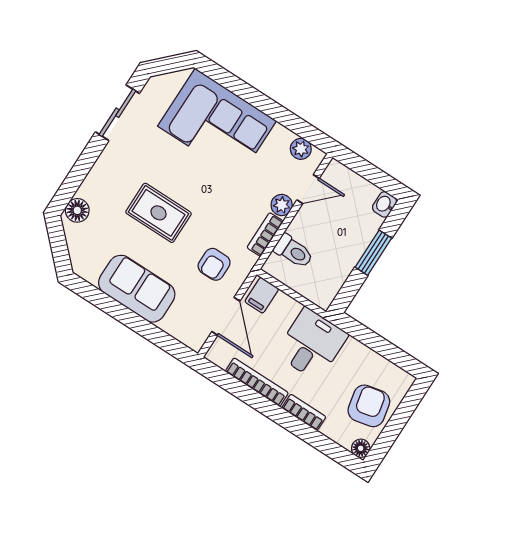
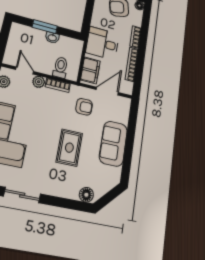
washbasin: (385, 204) -> (52, 38), moved
filing cabinet: (262, 295) -> (90, 70), width x2.00

